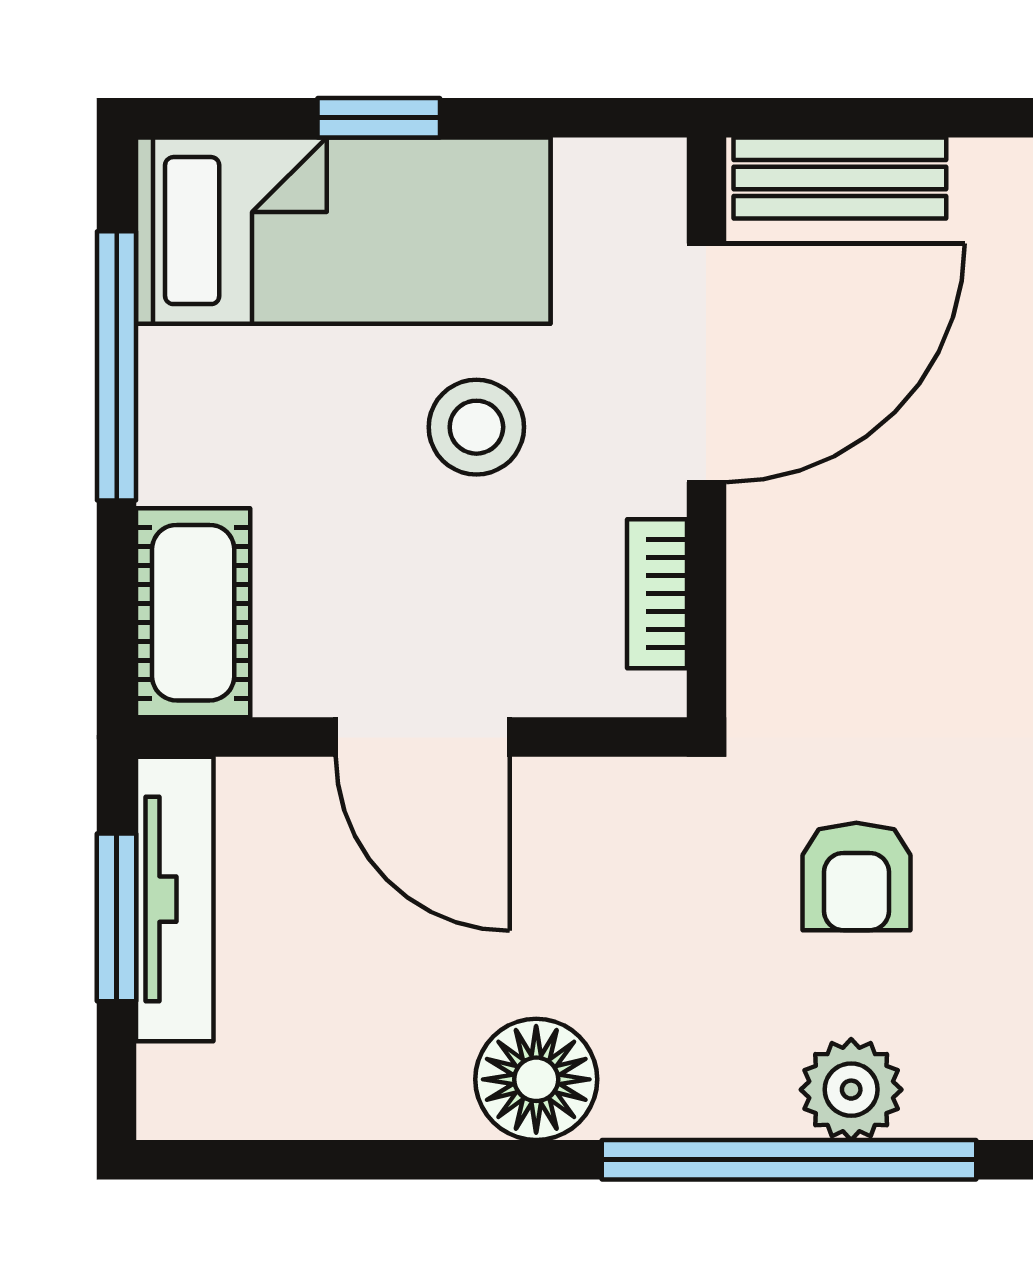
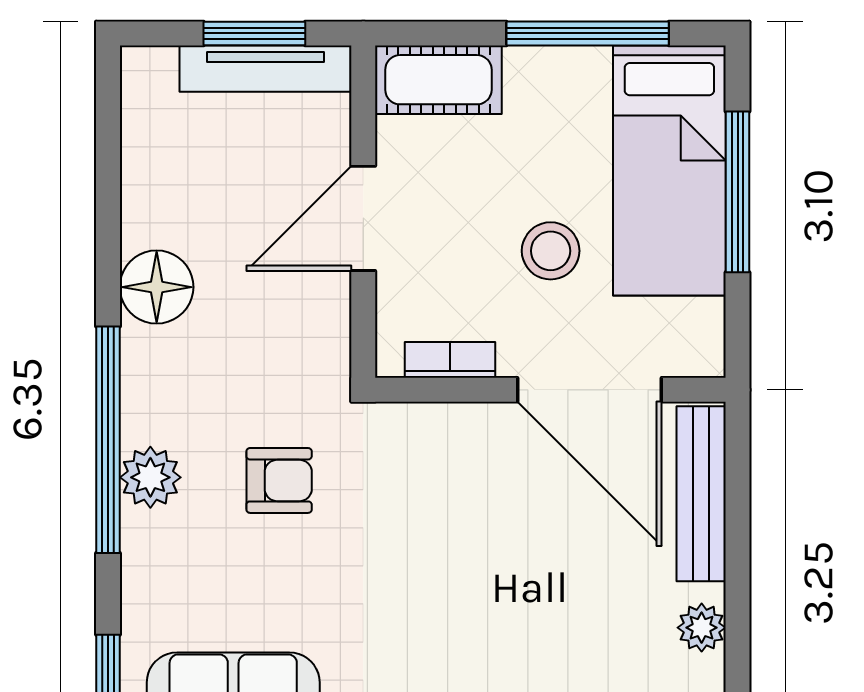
window: (379, 118) -> (738, 192), width x2.17
bench: (840, 178) -> (701, 494), width x1.36
armchair: (856, 877) -> (279, 480), turned 180

